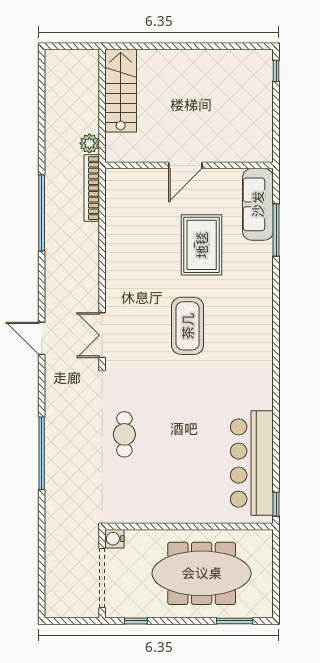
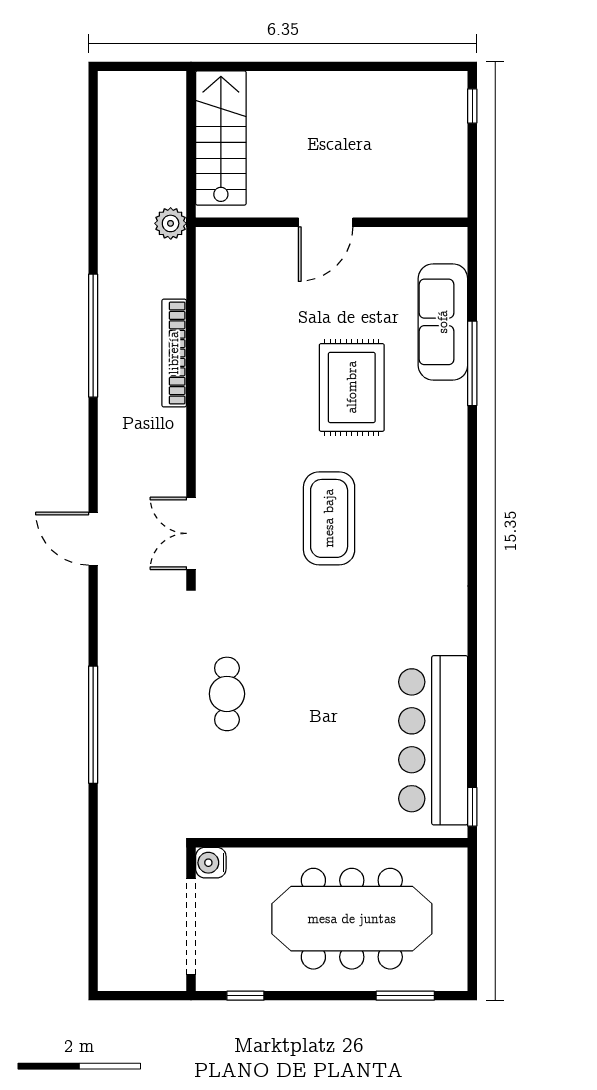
door: (185, 165) -> (326, 222), moved
wall: (189, 165) -> (332, 222), moved
bookcase: (92, 188) -> (174, 353), moved

